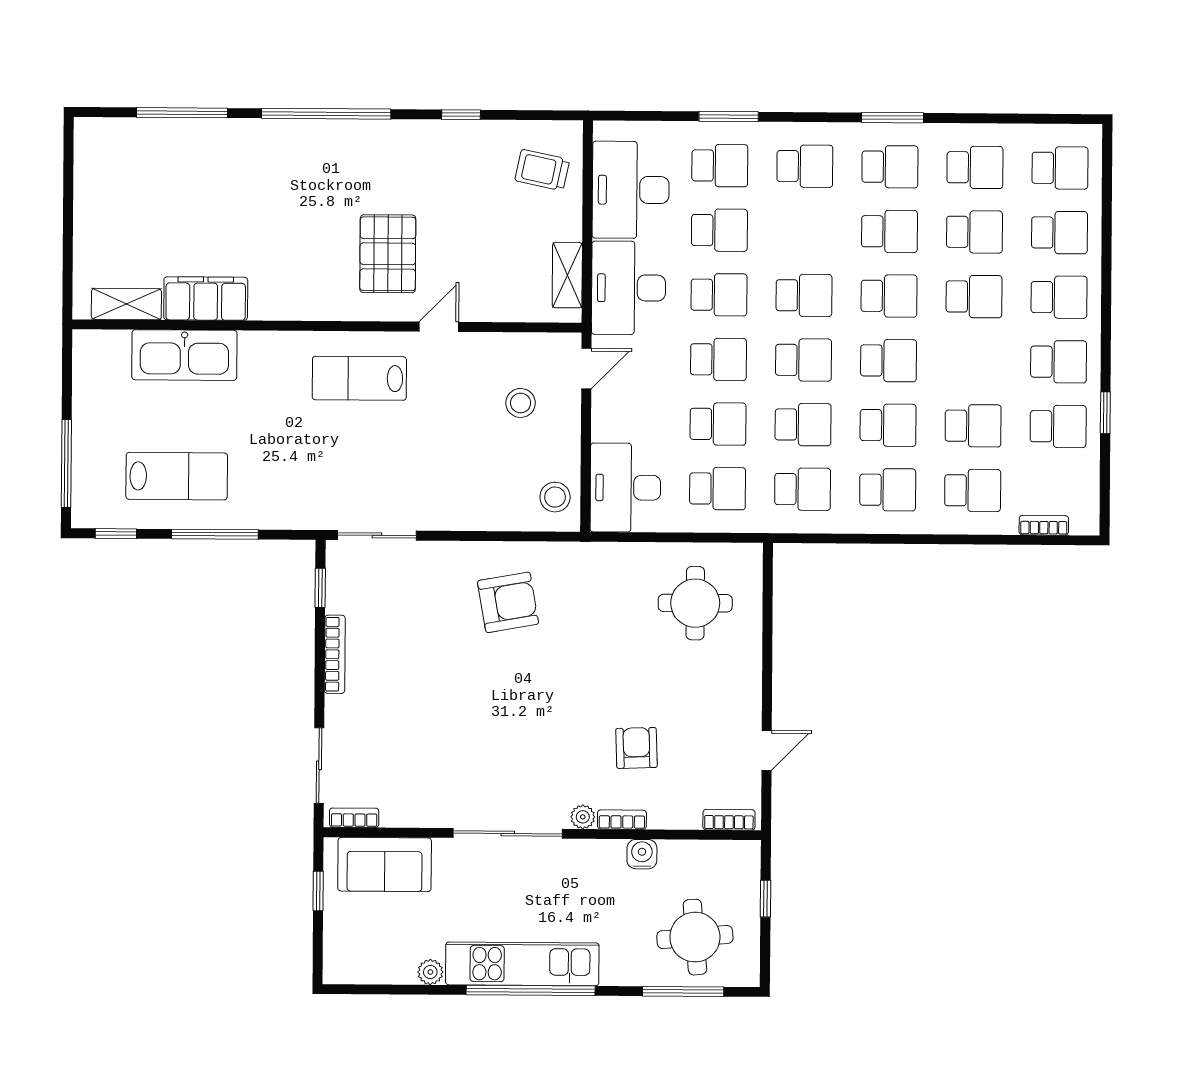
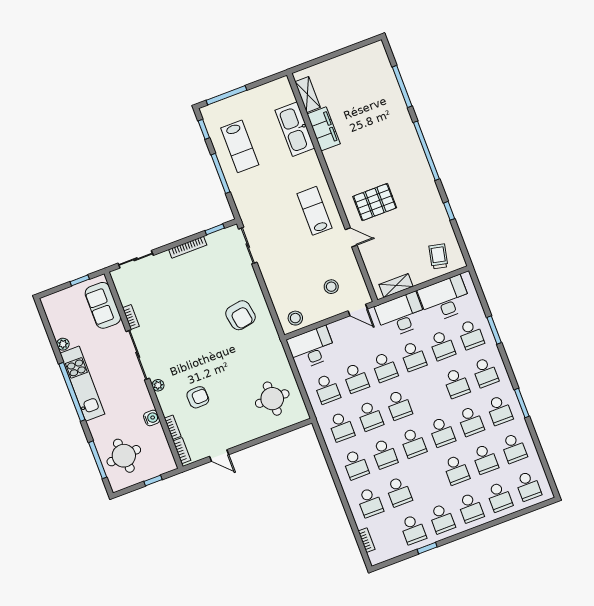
school desk: (804, 295) -> (456, 383), moved
bookcase: (354, 818) -> (131, 317), moved
bookcase: (622, 820) -> (173, 427), moved

